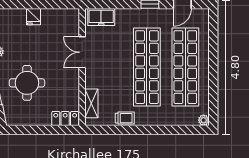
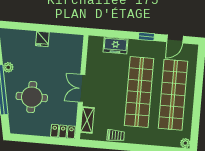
freezer: (101, 17) -> (115, 45), moved
double door: (82, 52) -> (82, 88), moved

